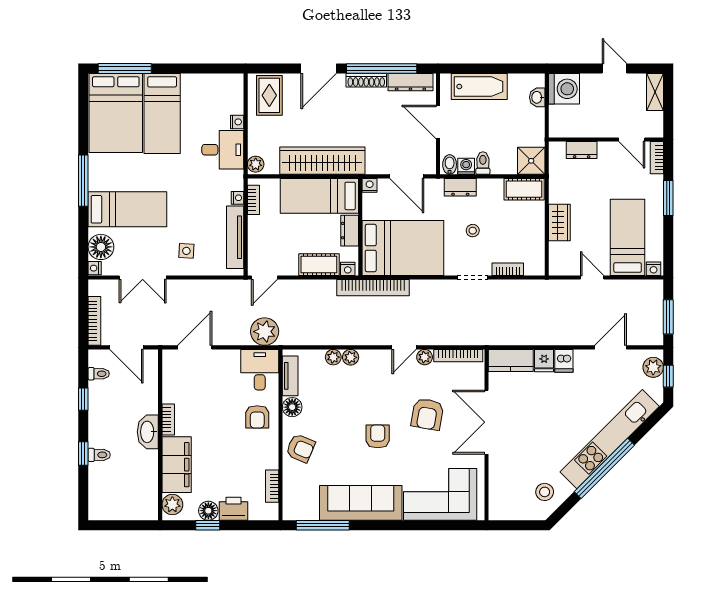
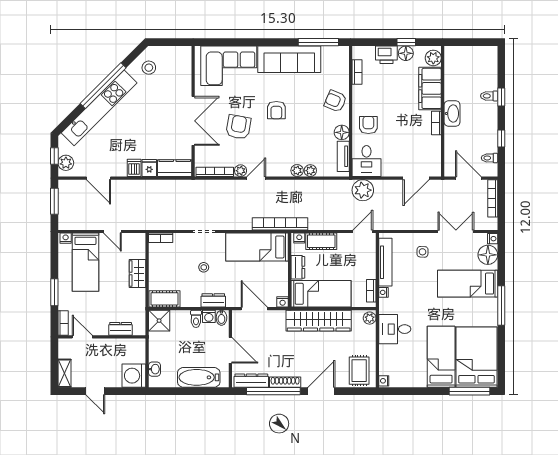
nightstand: (237, 122) -> (384, 381), moved
bed: (403, 248) -> (257, 247), width x0.67
bookcase: (508, 269) -> (161, 238), moved
door: (610, 347) -> (98, 178), hinge flipped

